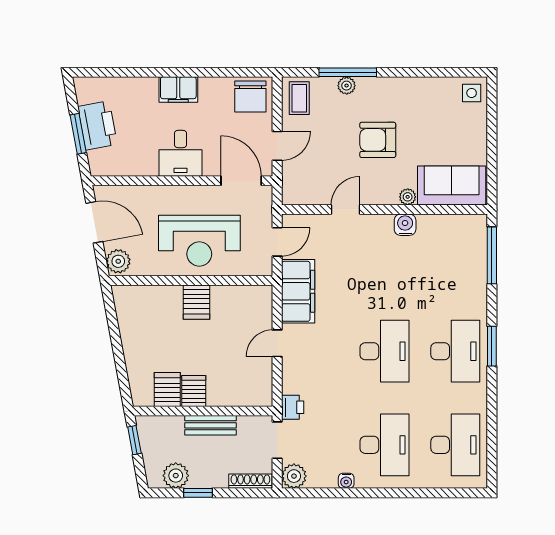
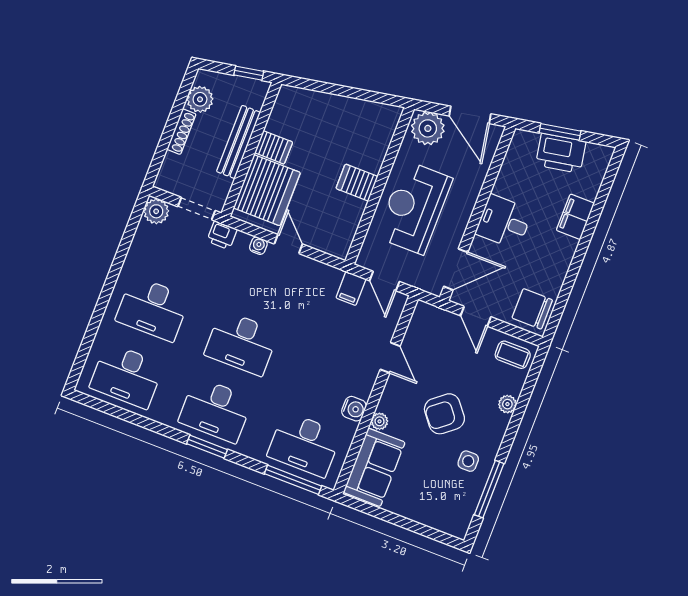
window: (348, 72) -> (489, 489), moved
filing cabinet: (178, 90) -> (575, 217), moved
side table: (472, 93) -> (468, 461), moved
armchair: (378, 140) -> (444, 414), turned -129
door: (94, 222) -> (470, 115), hinge flipped
desk: (455, 258) -> (304, 444), added
plant: (118, 261) -> (428, 128), width x1.36, depth x1.36
filing cabinet: (298, 291) -> (351, 288), width x0.33, depth x0.86
server rack: (167, 389) -> (267, 190), moved, width x2.18, depth x1.44
bench: (211, 425) -> (238, 142), width x1.36
shoe rack: (250, 481) -> (181, 132), moved
water cooler: (346, 481) -> (258, 246), moved, turned 90
window: (198, 493) -> (175, 114), removed

